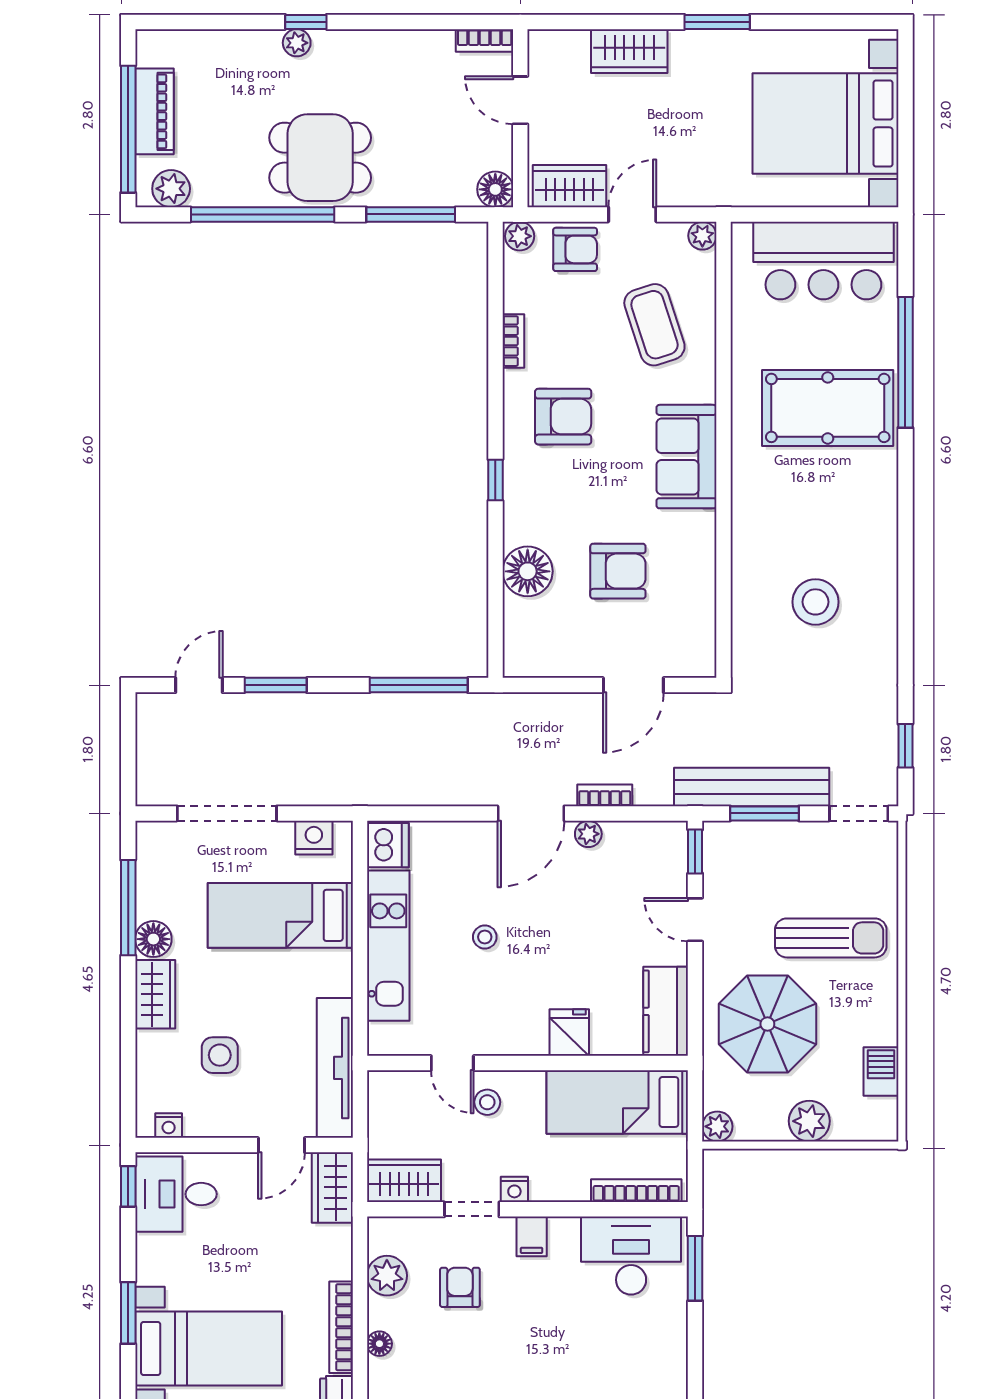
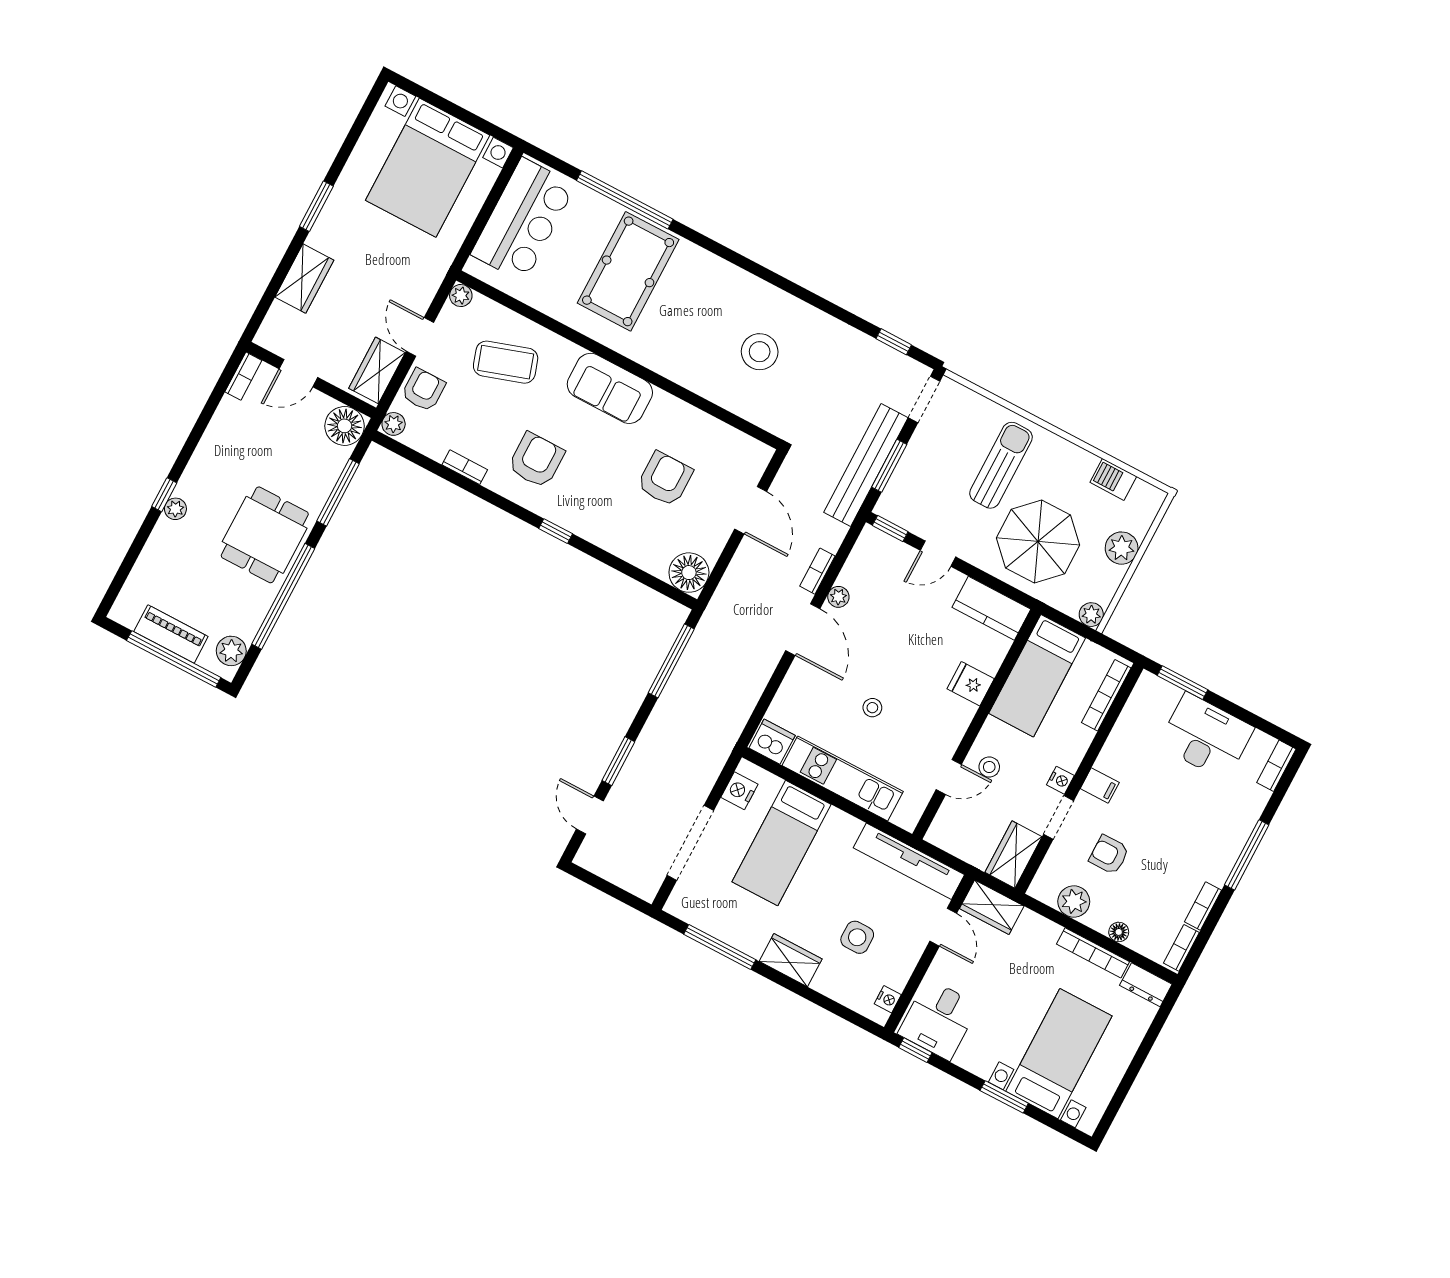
floor lamp: (495, 189) -> (345, 426), width x1.38, depth x1.38
floor lamp: (528, 571) -> (689, 573), moved
floor lamp: (153, 939) -> (751, 941), removed
desk: (631, 1256) -> (1206, 736), moved, turned 90

